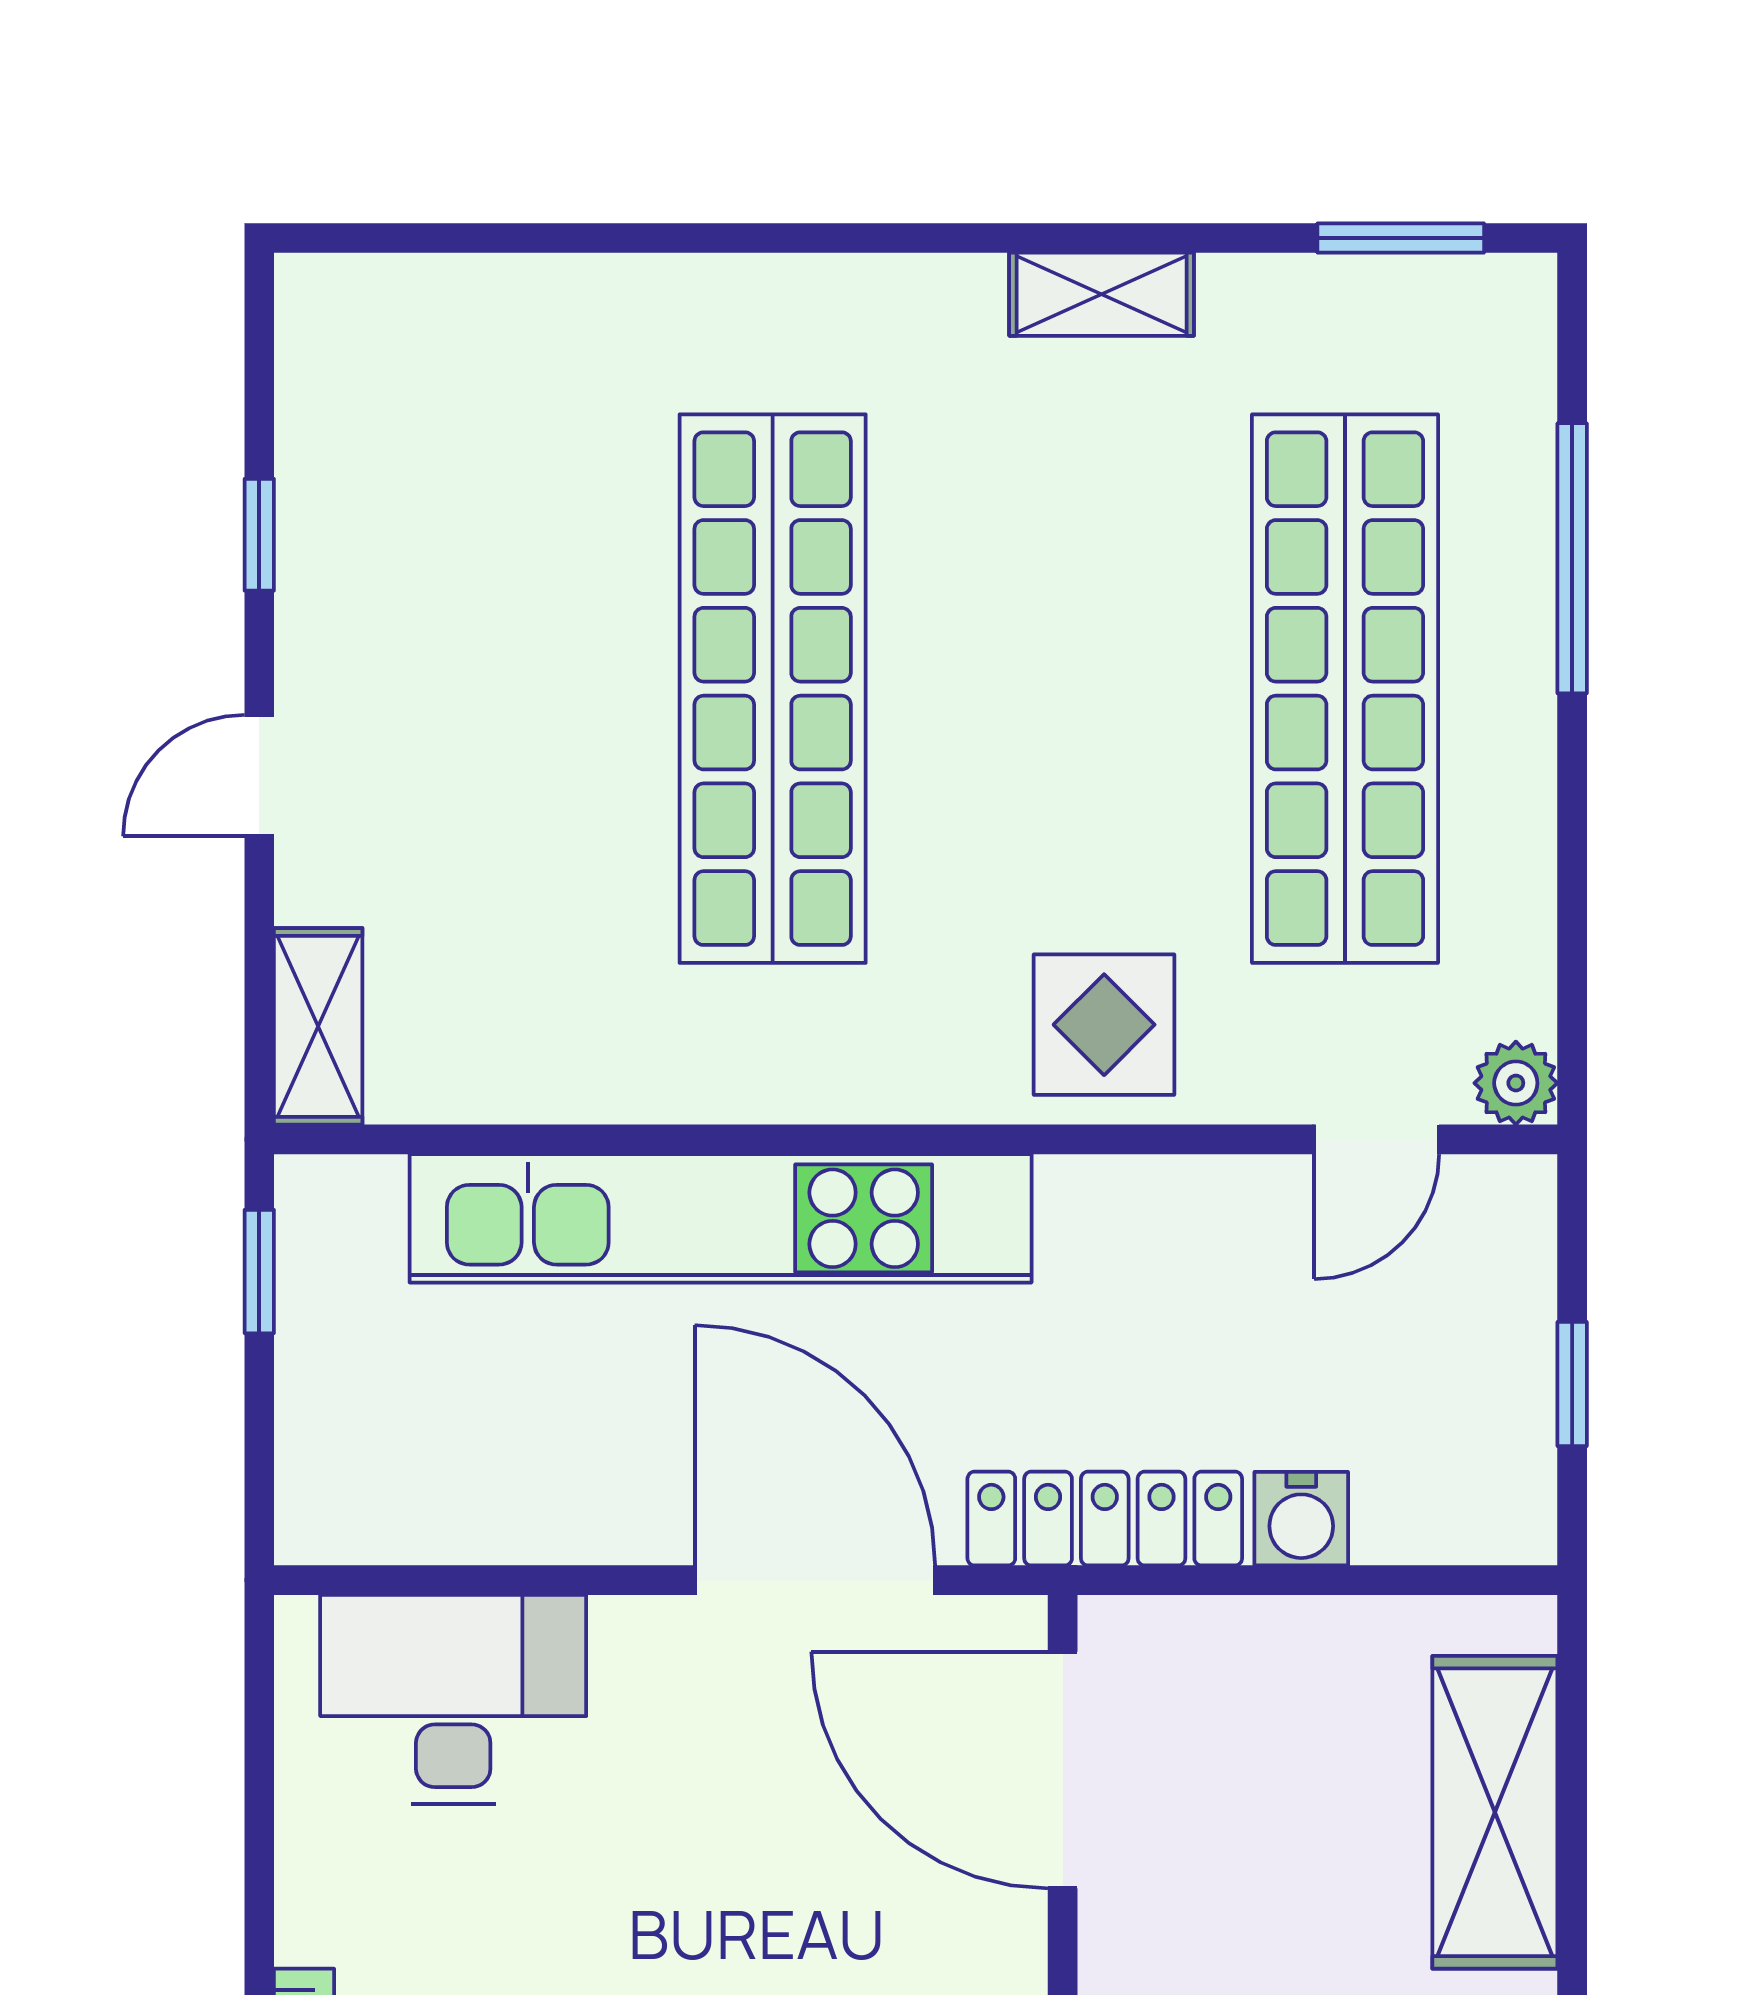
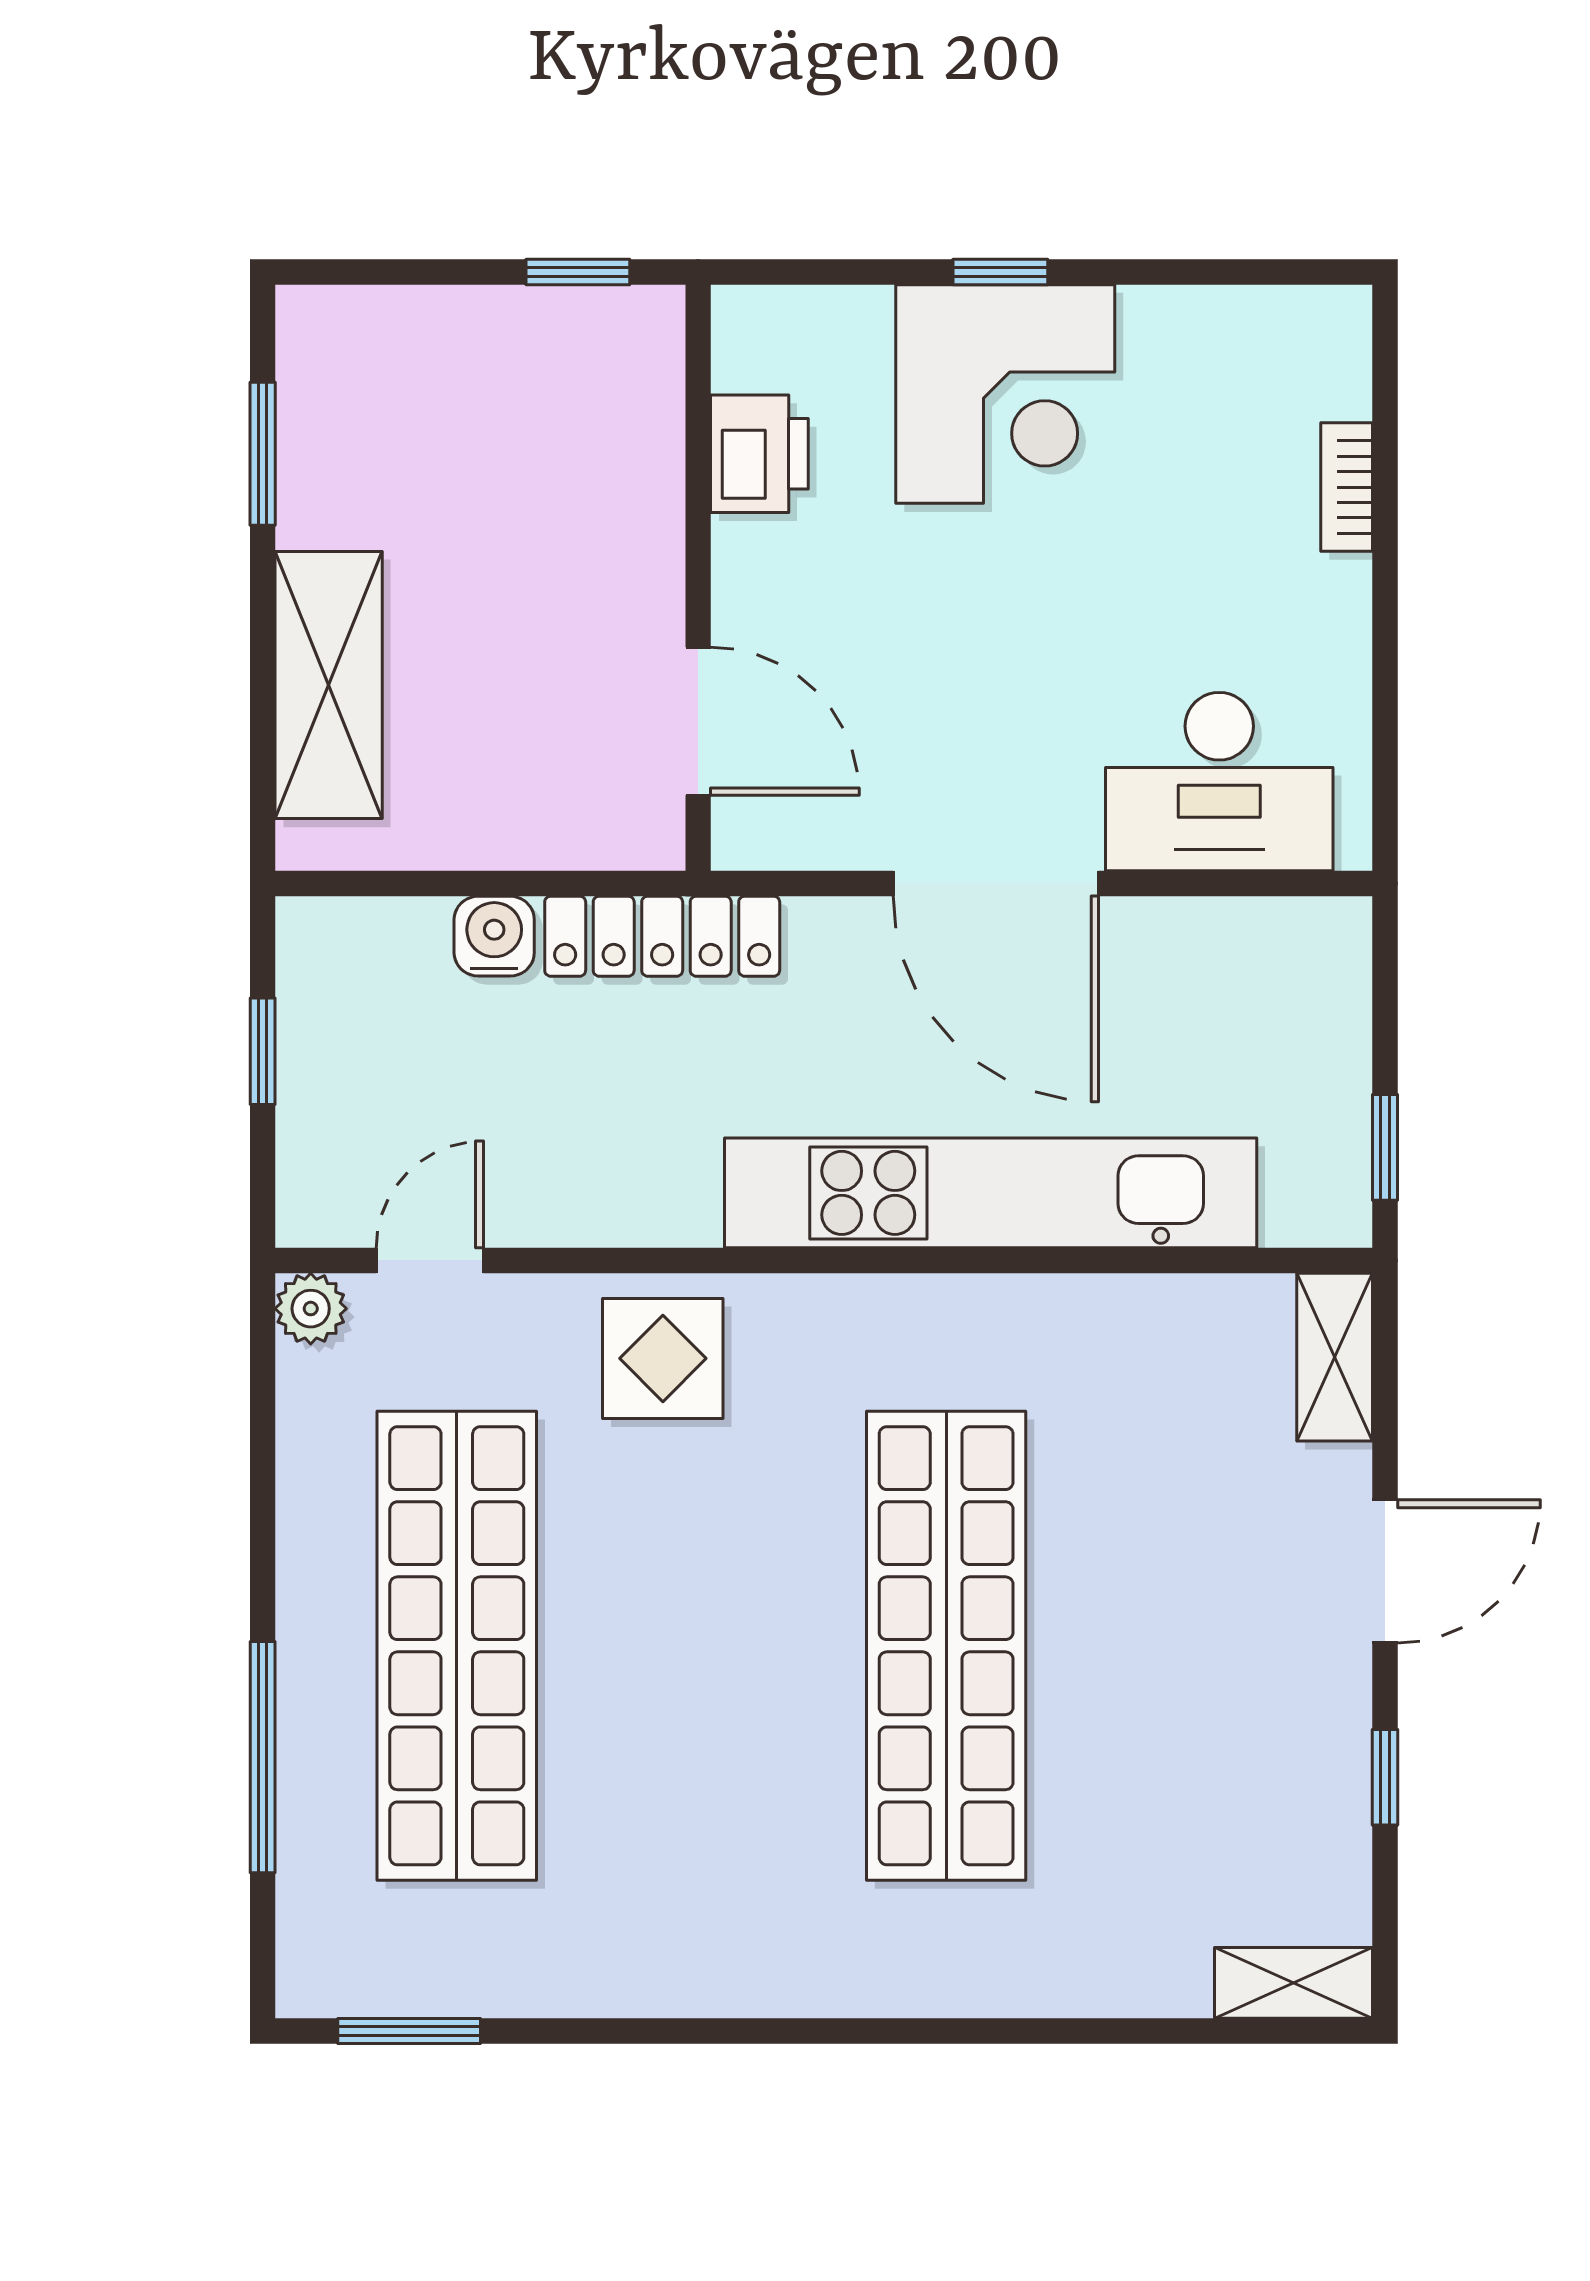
shelving: (1102, 294) -> (1293, 1983), moved
door: (259, 776) -> (1385, 1571), width x1.38
door: (815, 1580) -> (996, 884), moved
door: (1063, 1770) -> (698, 721), width x0.73

